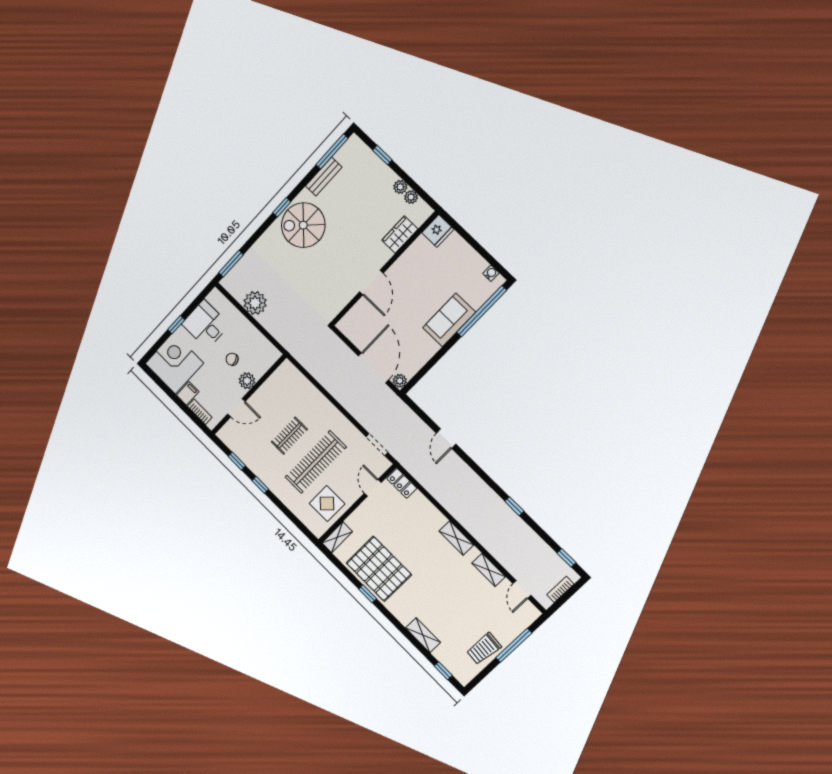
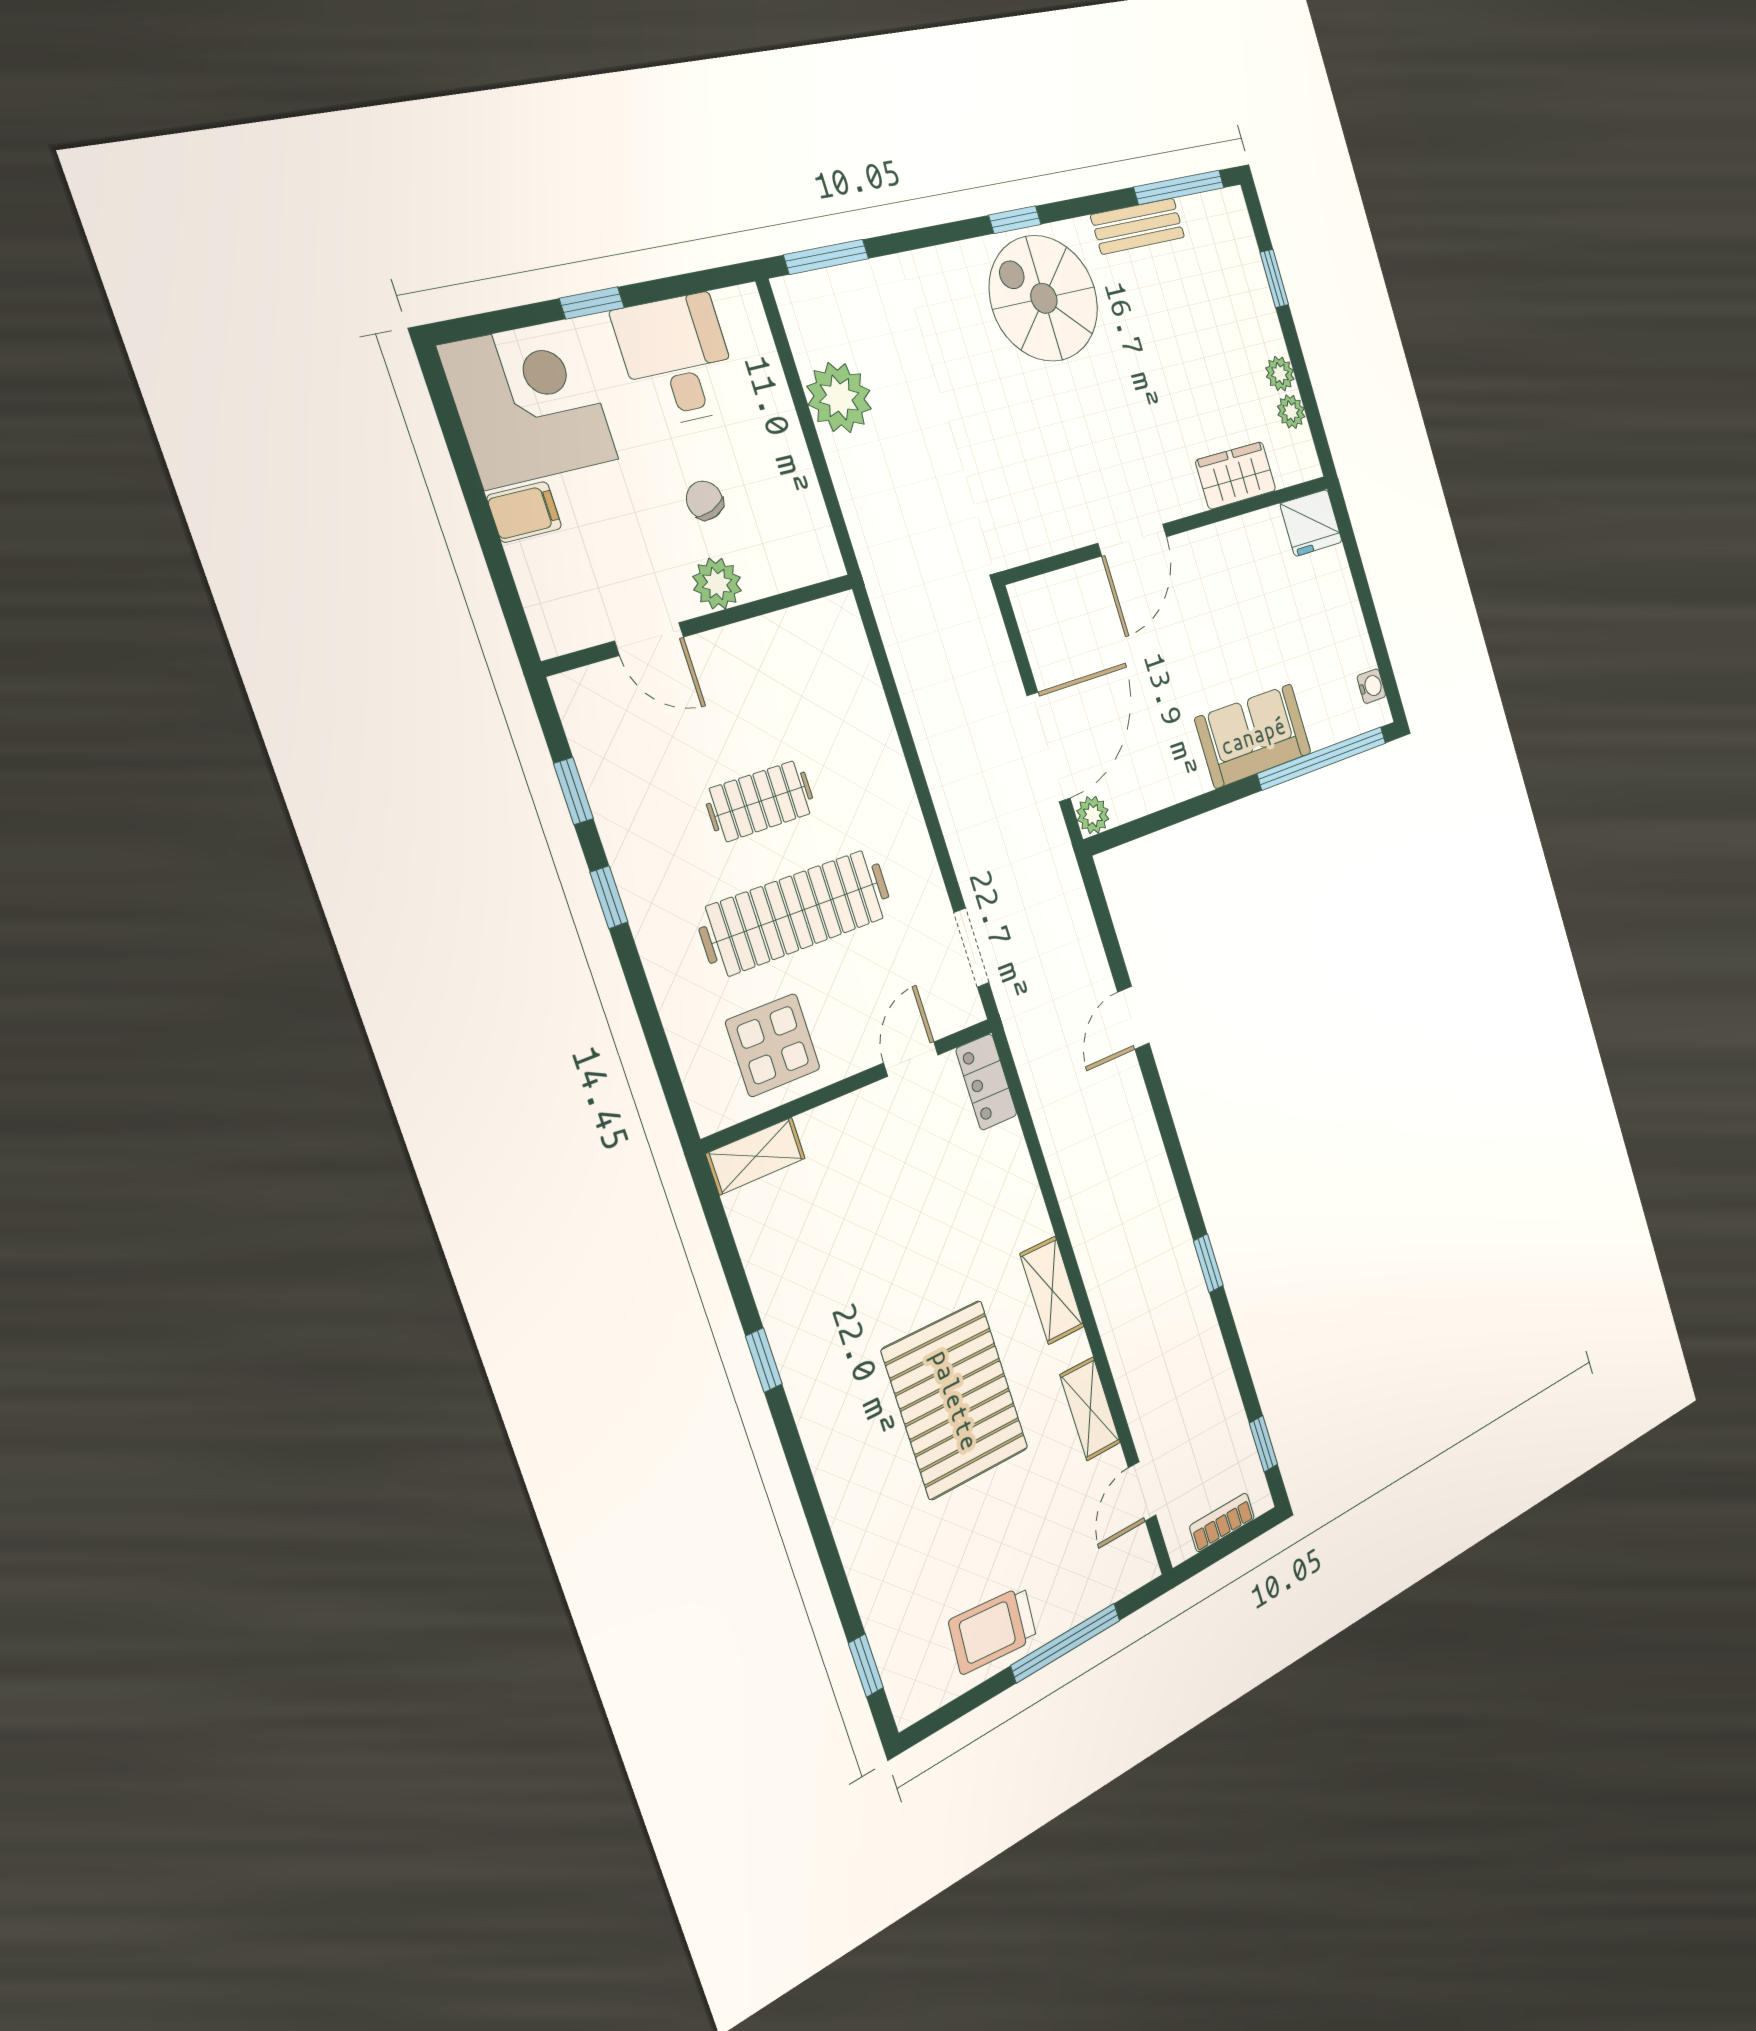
bookcase: (200, 412) -> (534, 586), removed
pallet: (379, 569) -> (955, 1400), moved
shelving: (423, 635) -> (858, 1540), removed

